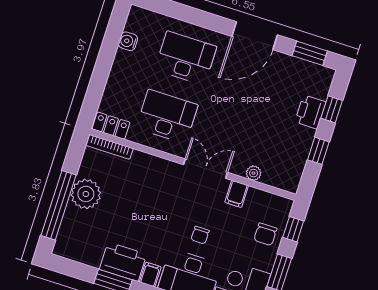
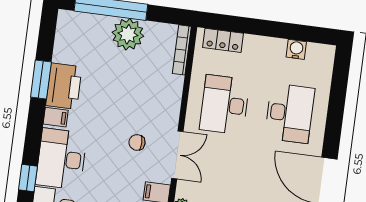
desk: (167, 117) -> (225, 105), turned 180
locker: (111, 126) -> (223, 40), moved, turned 90
chair: (200, 235) -> (137, 142), moved

